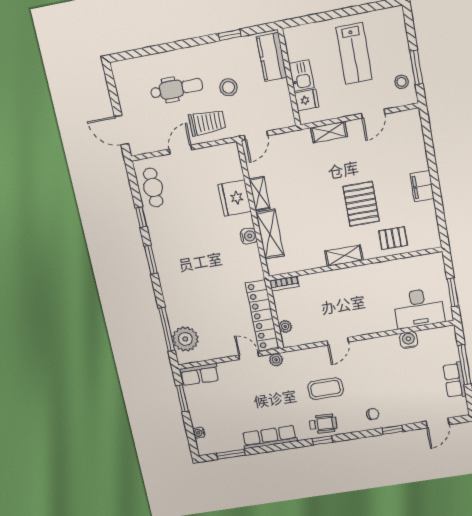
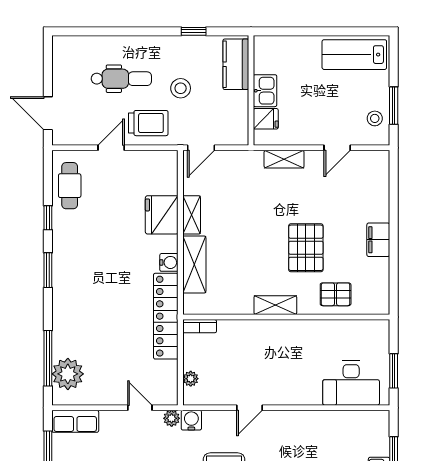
lab bench: (354, 53) -> (354, 55), moved, turned 90
locker: (262, 316) -> (166, 316), moved
water cooler: (409, 340) -> (191, 420), moved

